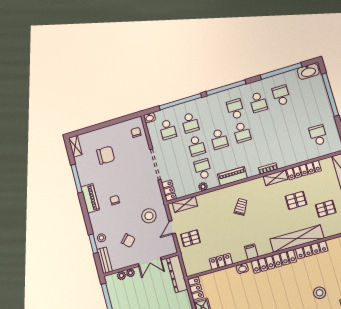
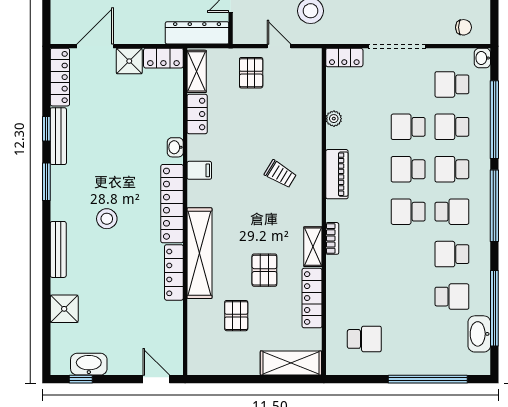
washbasin: (308, 71) -> (479, 334), moved
school desk: (203, 169) -> (452, 169), moved, turned 180
shelving: (185, 204) -> (197, 71), moved
stool: (320, 293) -> (107, 219), moved

